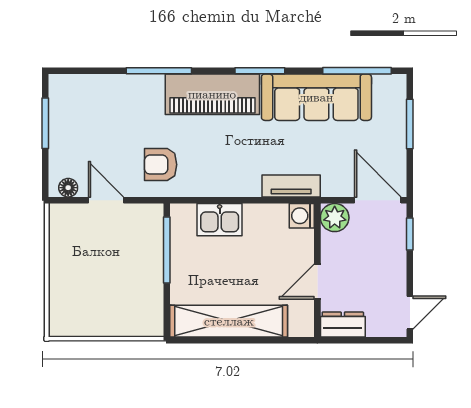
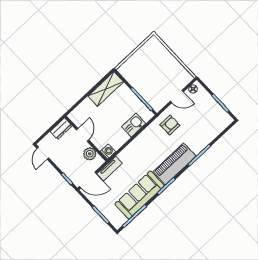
tv unit: (291, 186) -> (110, 168), moved
plant: (335, 218) -> (90, 154), moved
shelving: (229, 321) -> (106, 89), width x0.68

